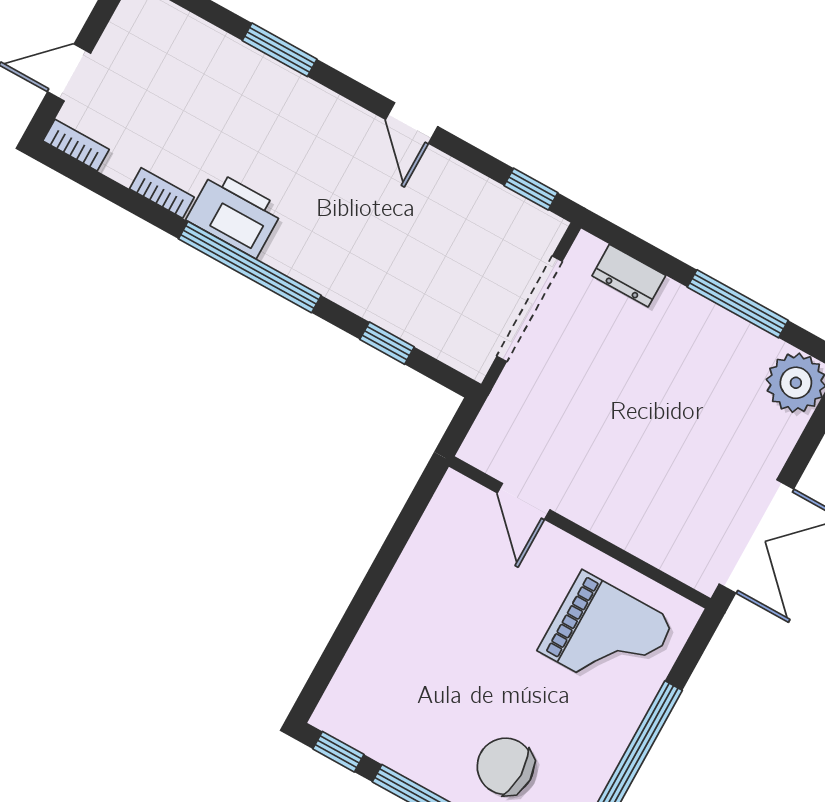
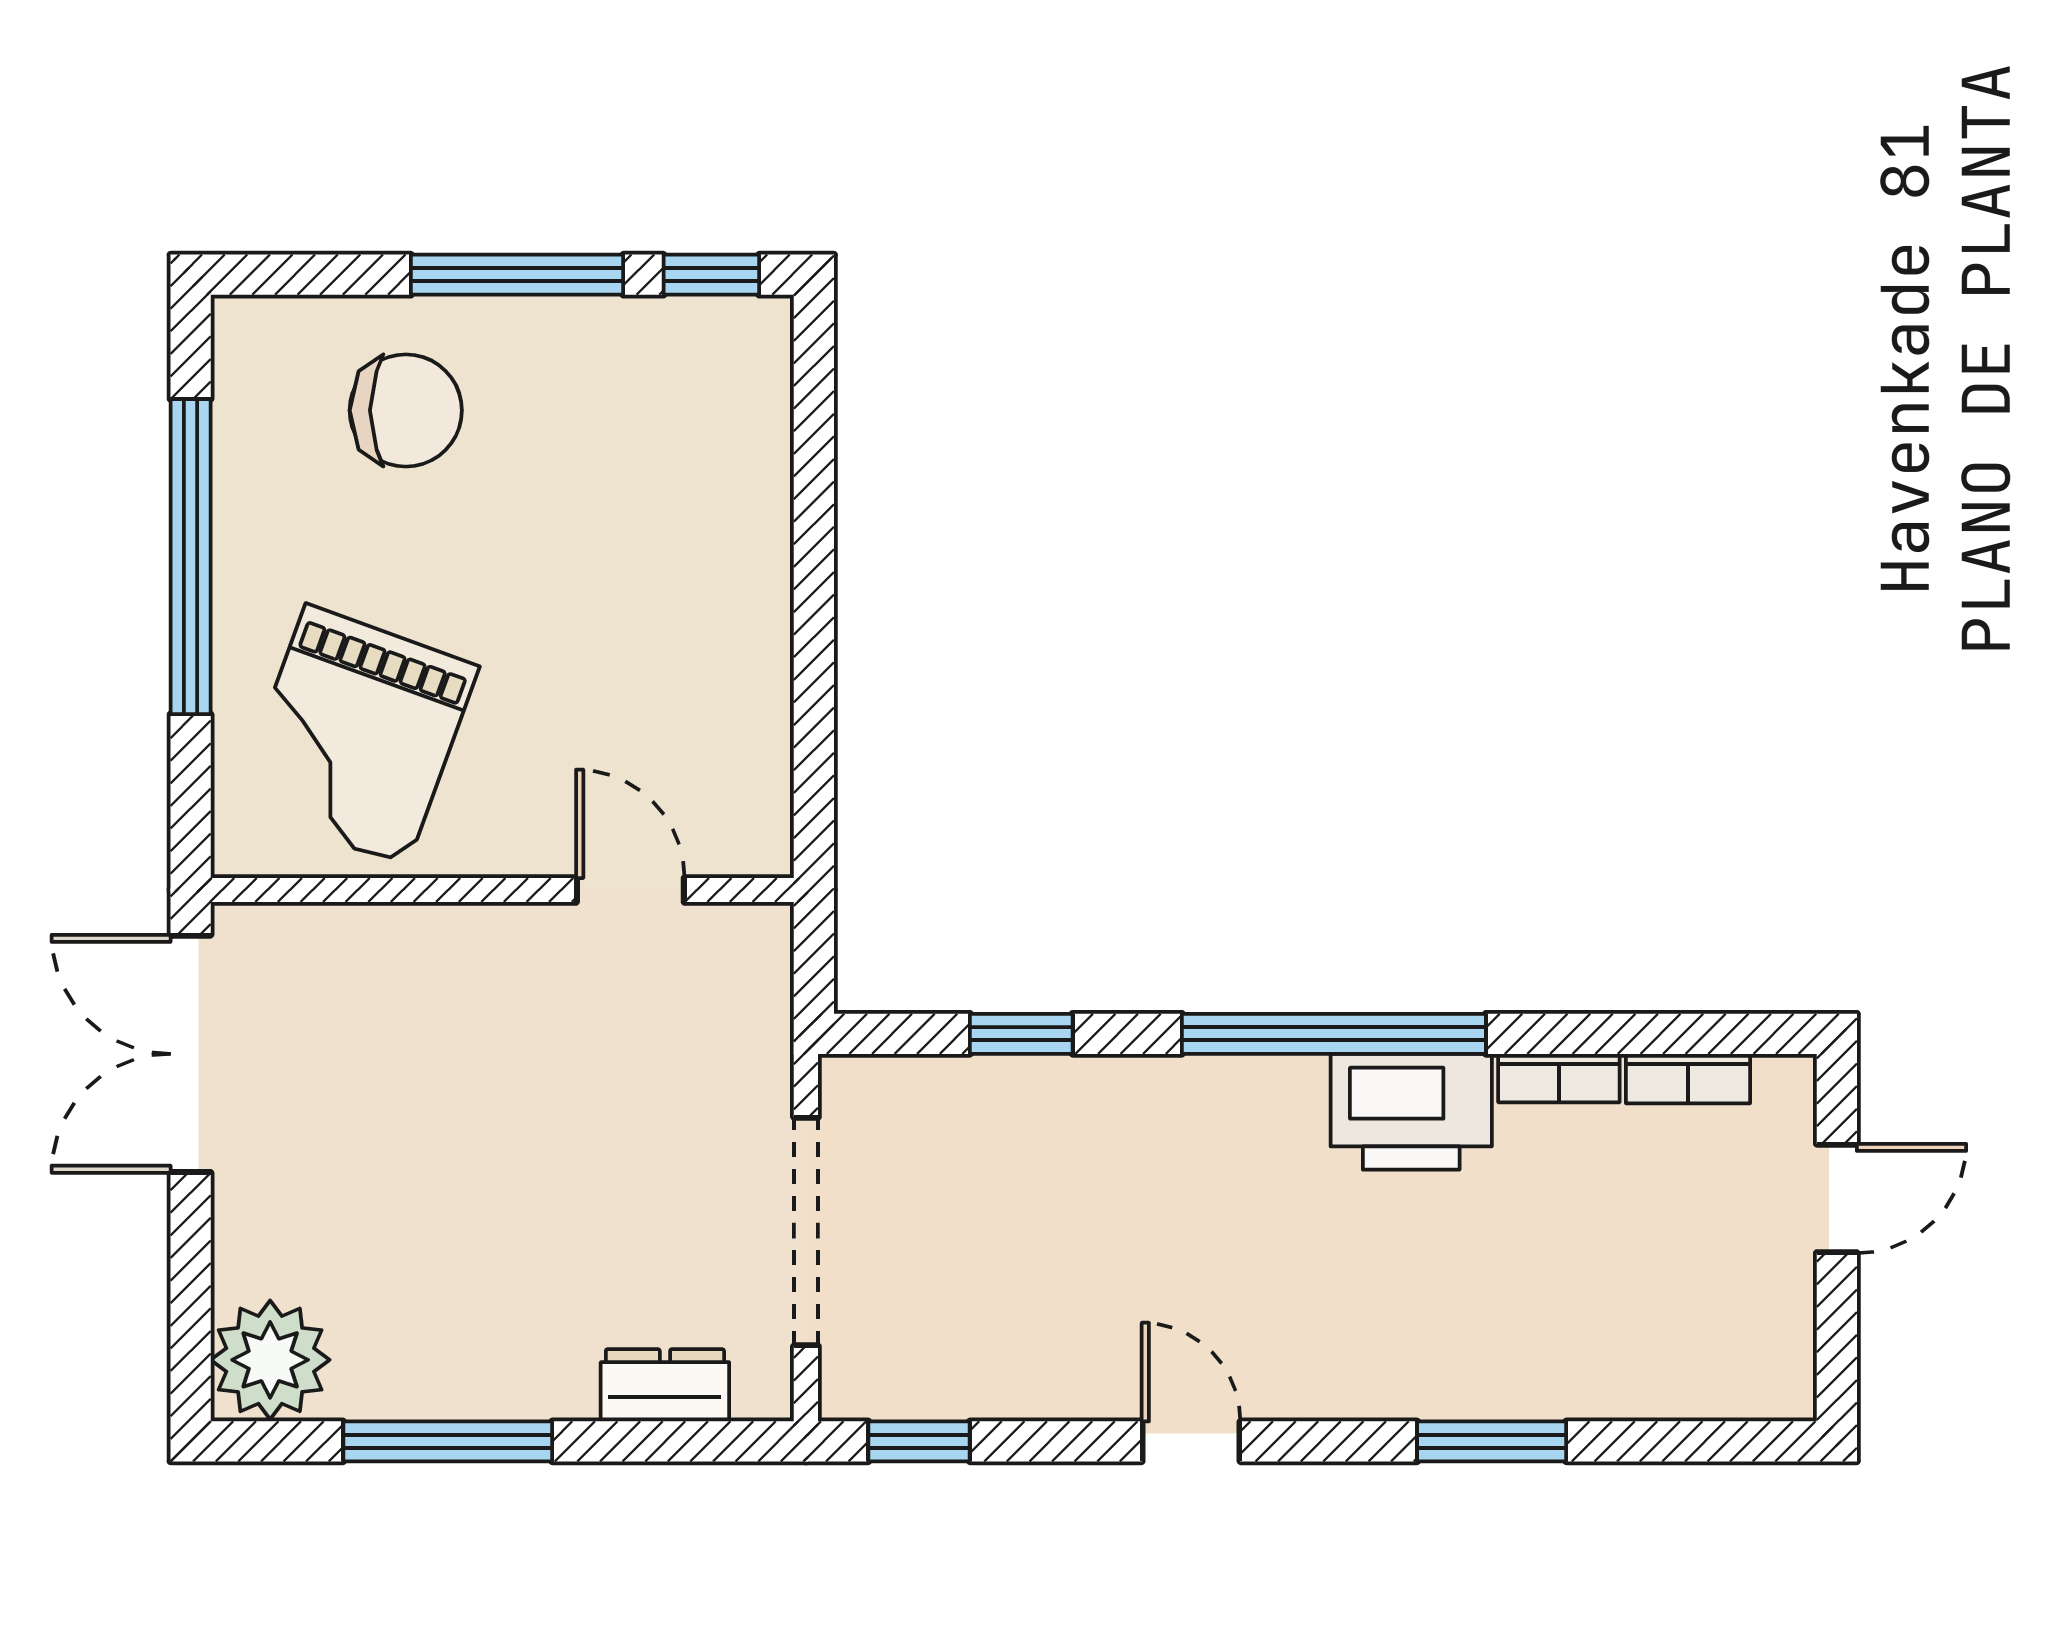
bookcase: (76, 145) -> (1688, 1079), moved
grand piano: (606, 636) -> (356, 735), turned -70

